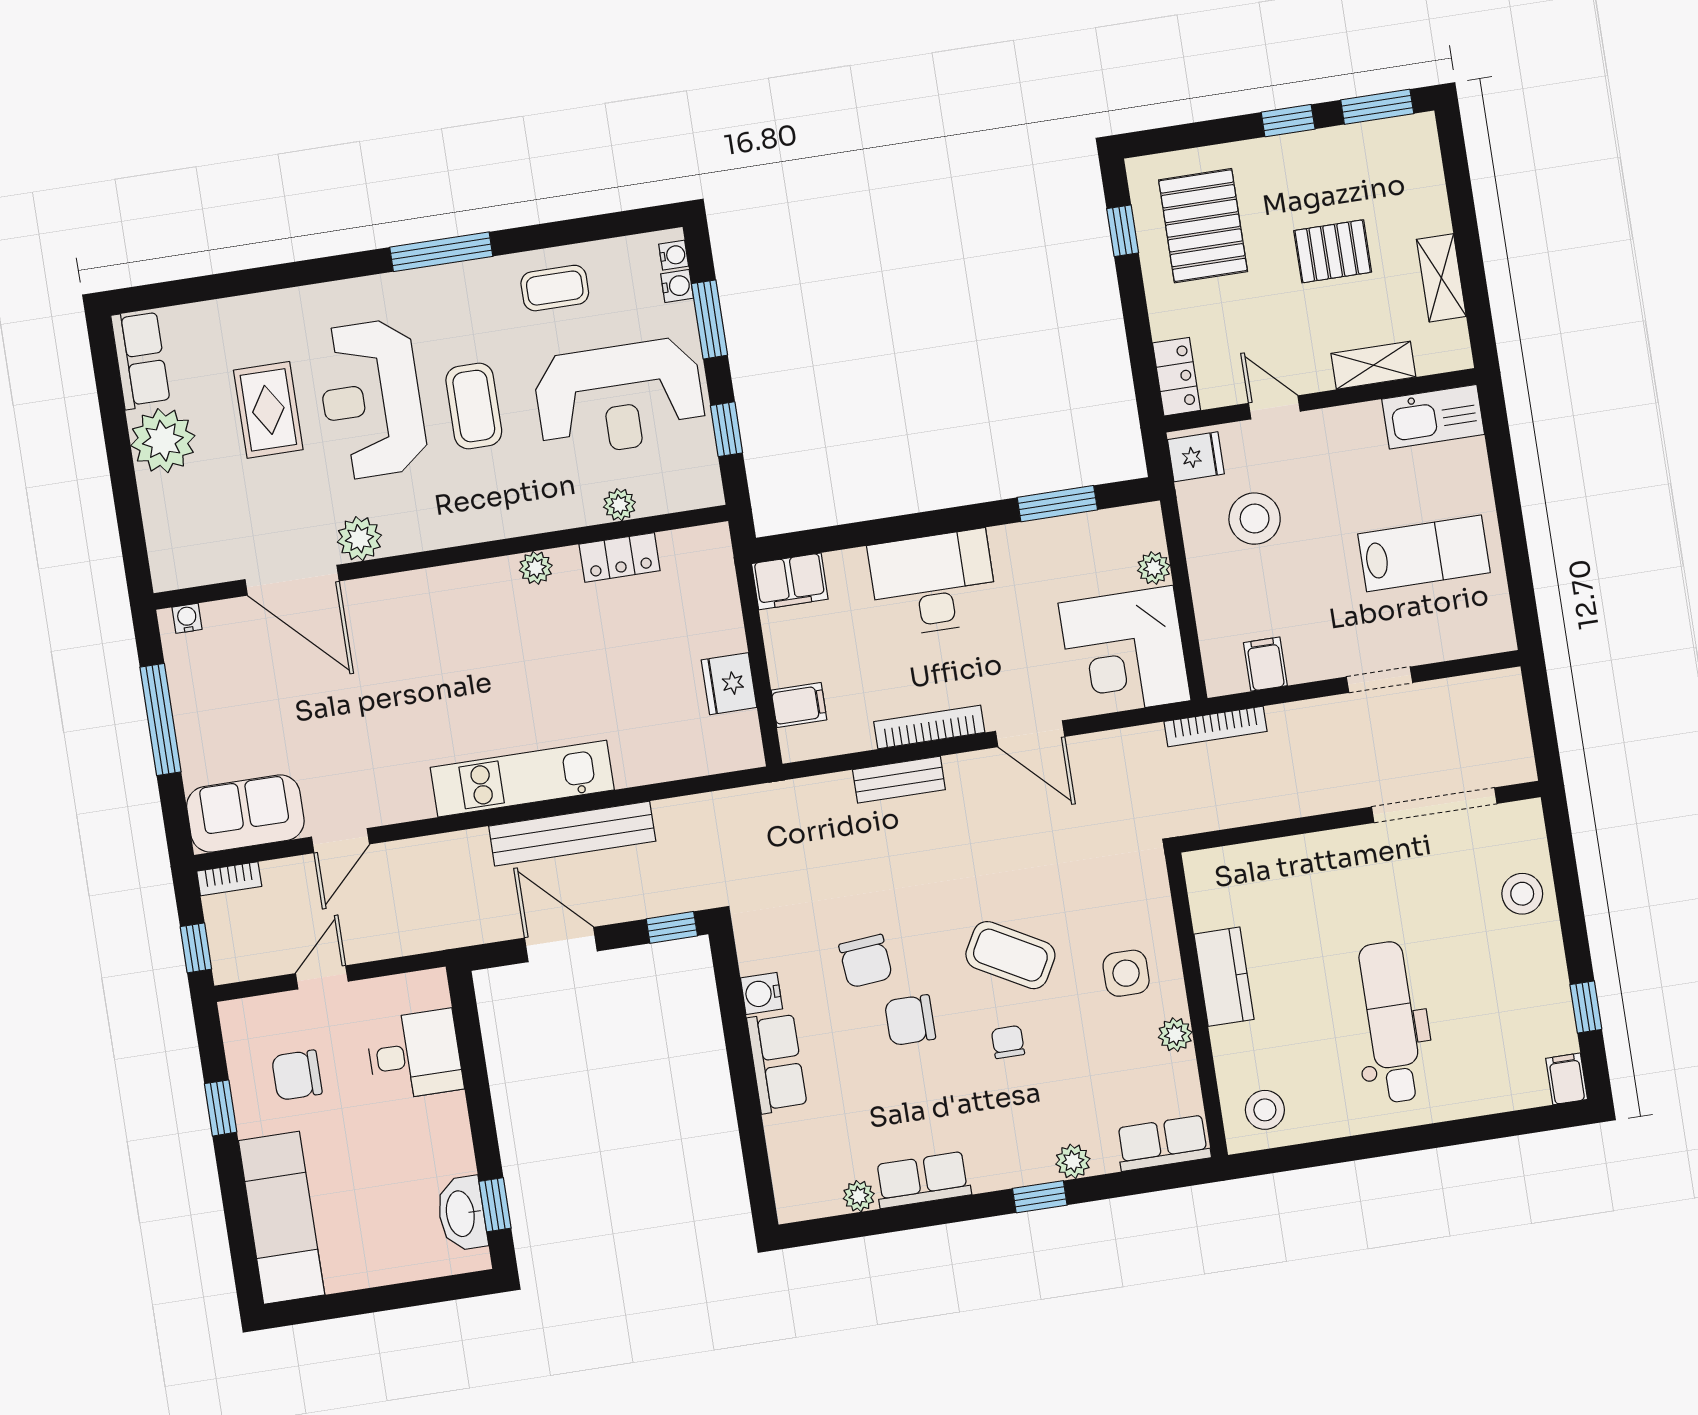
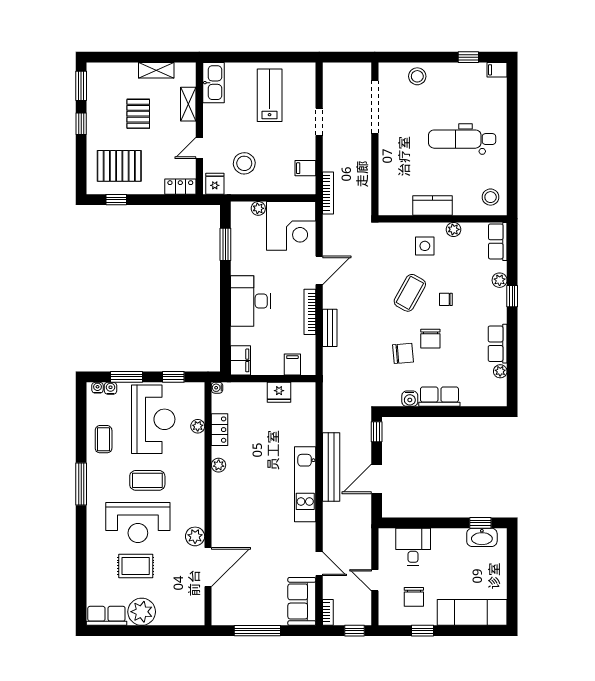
water cooler: (187, 618) -> (217, 388), moved

